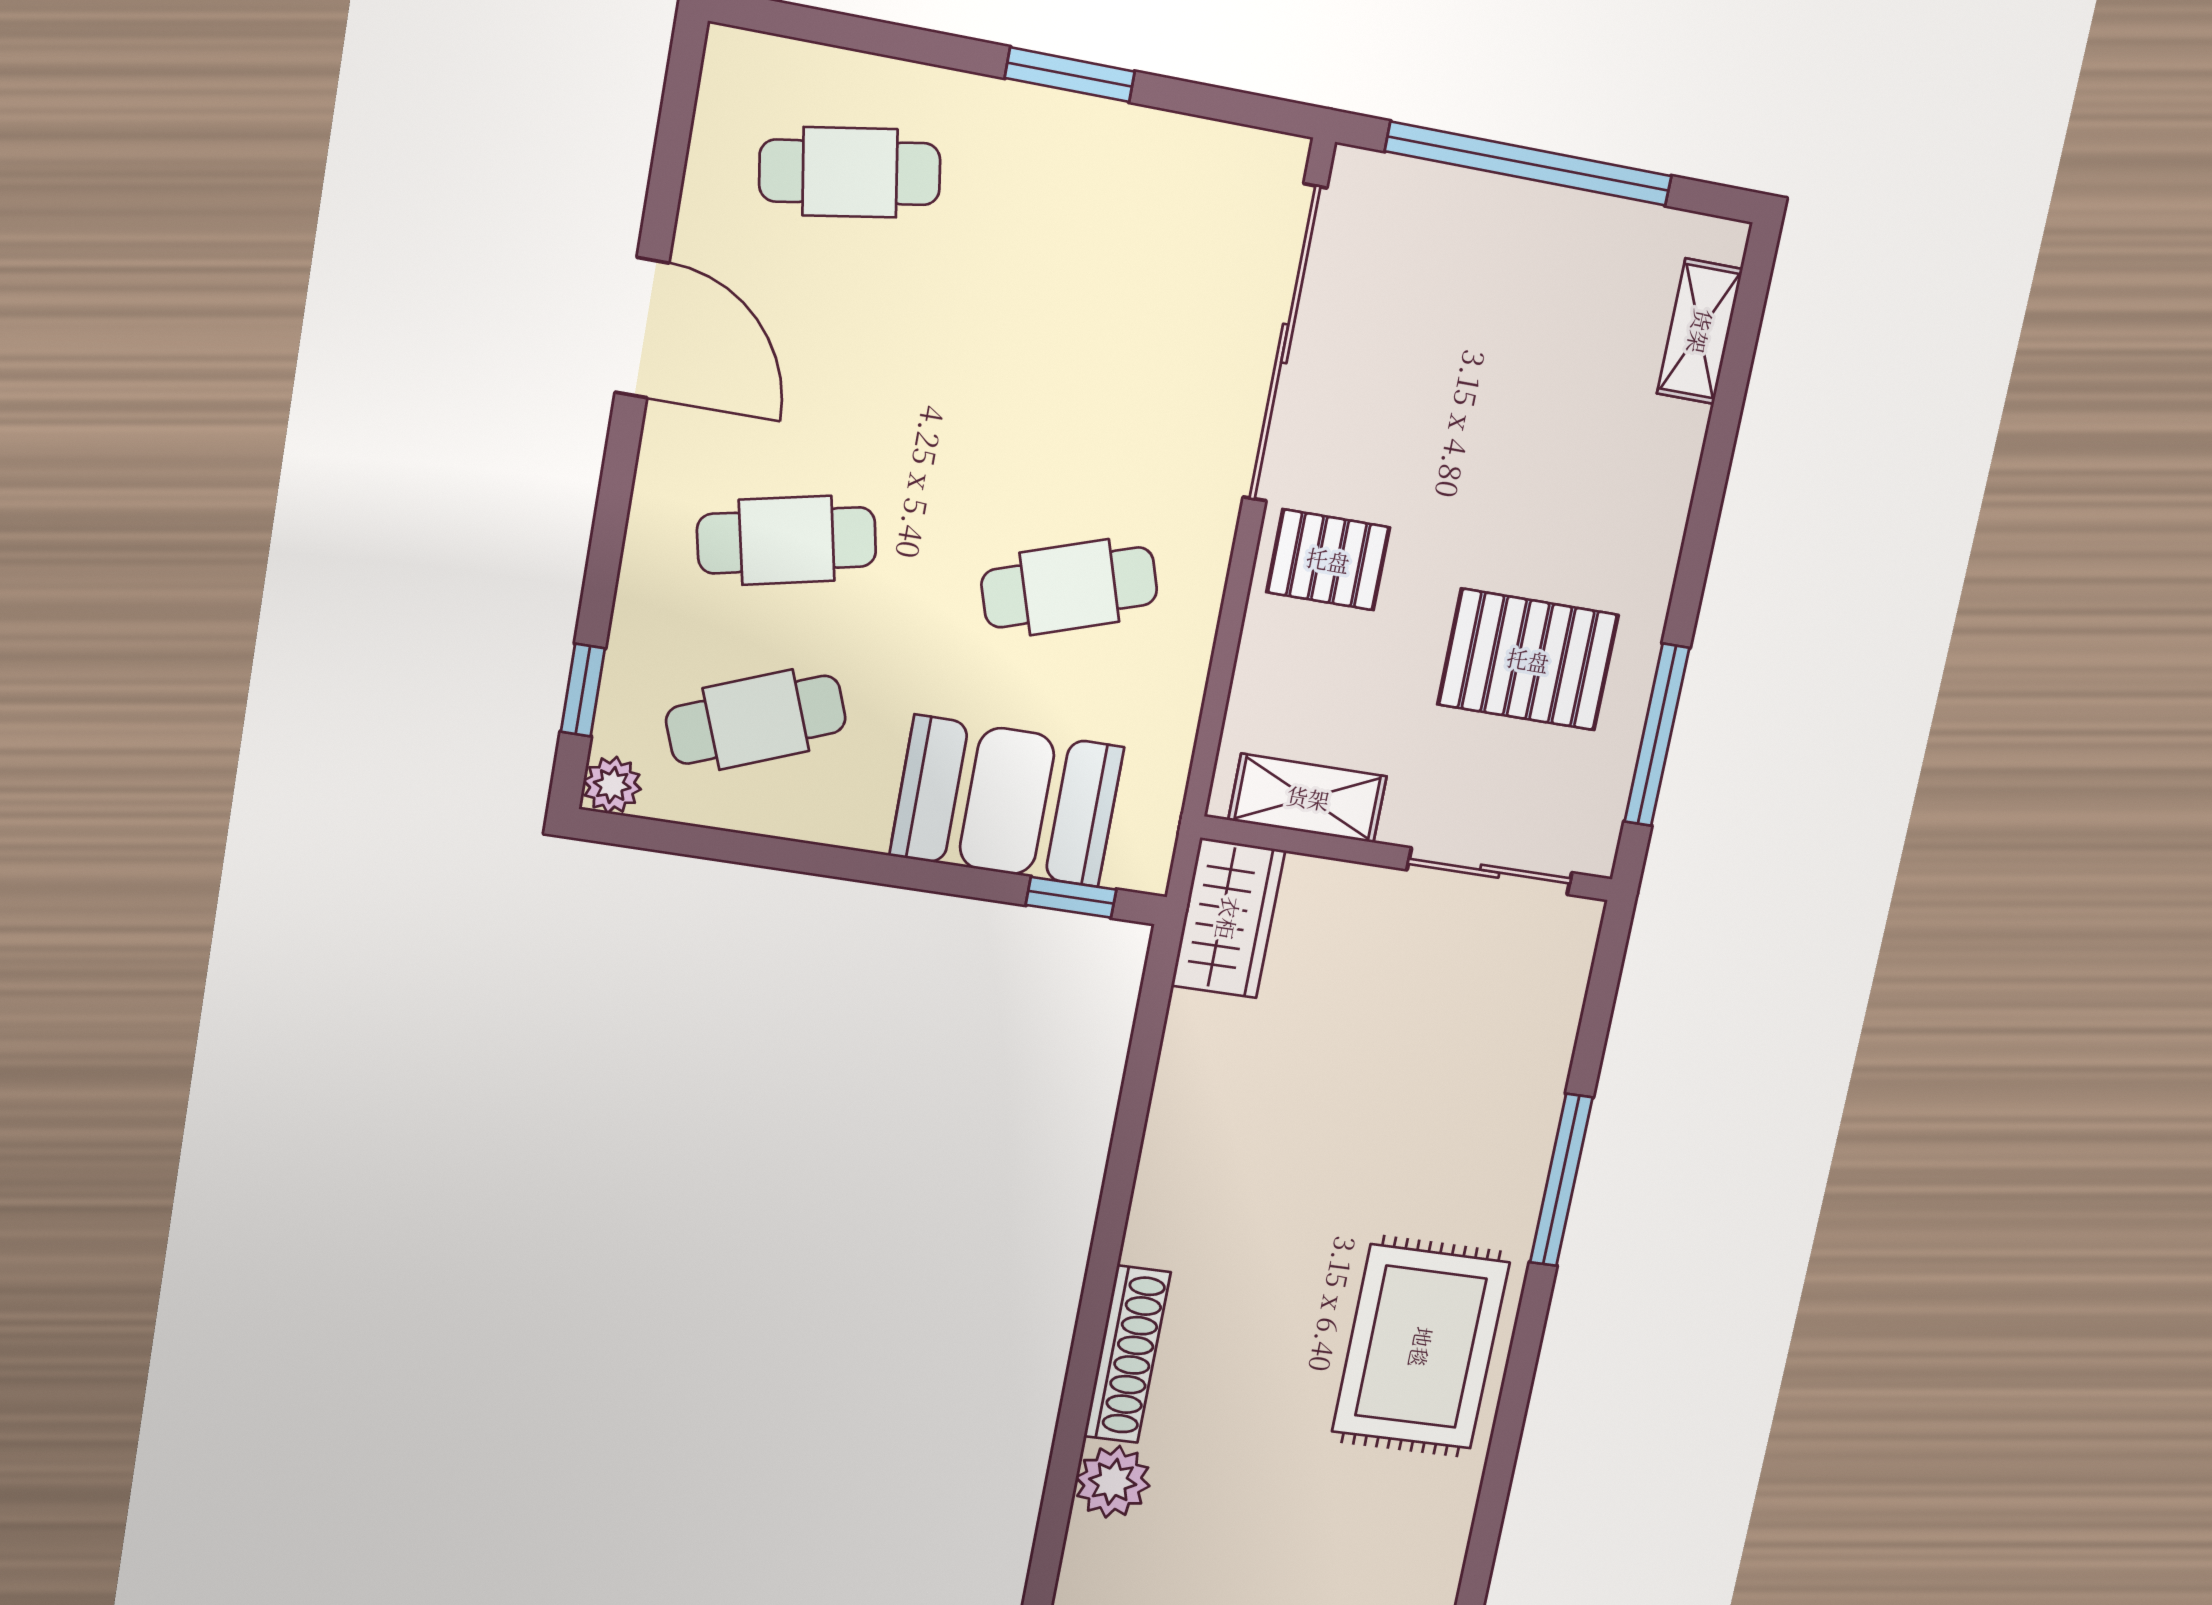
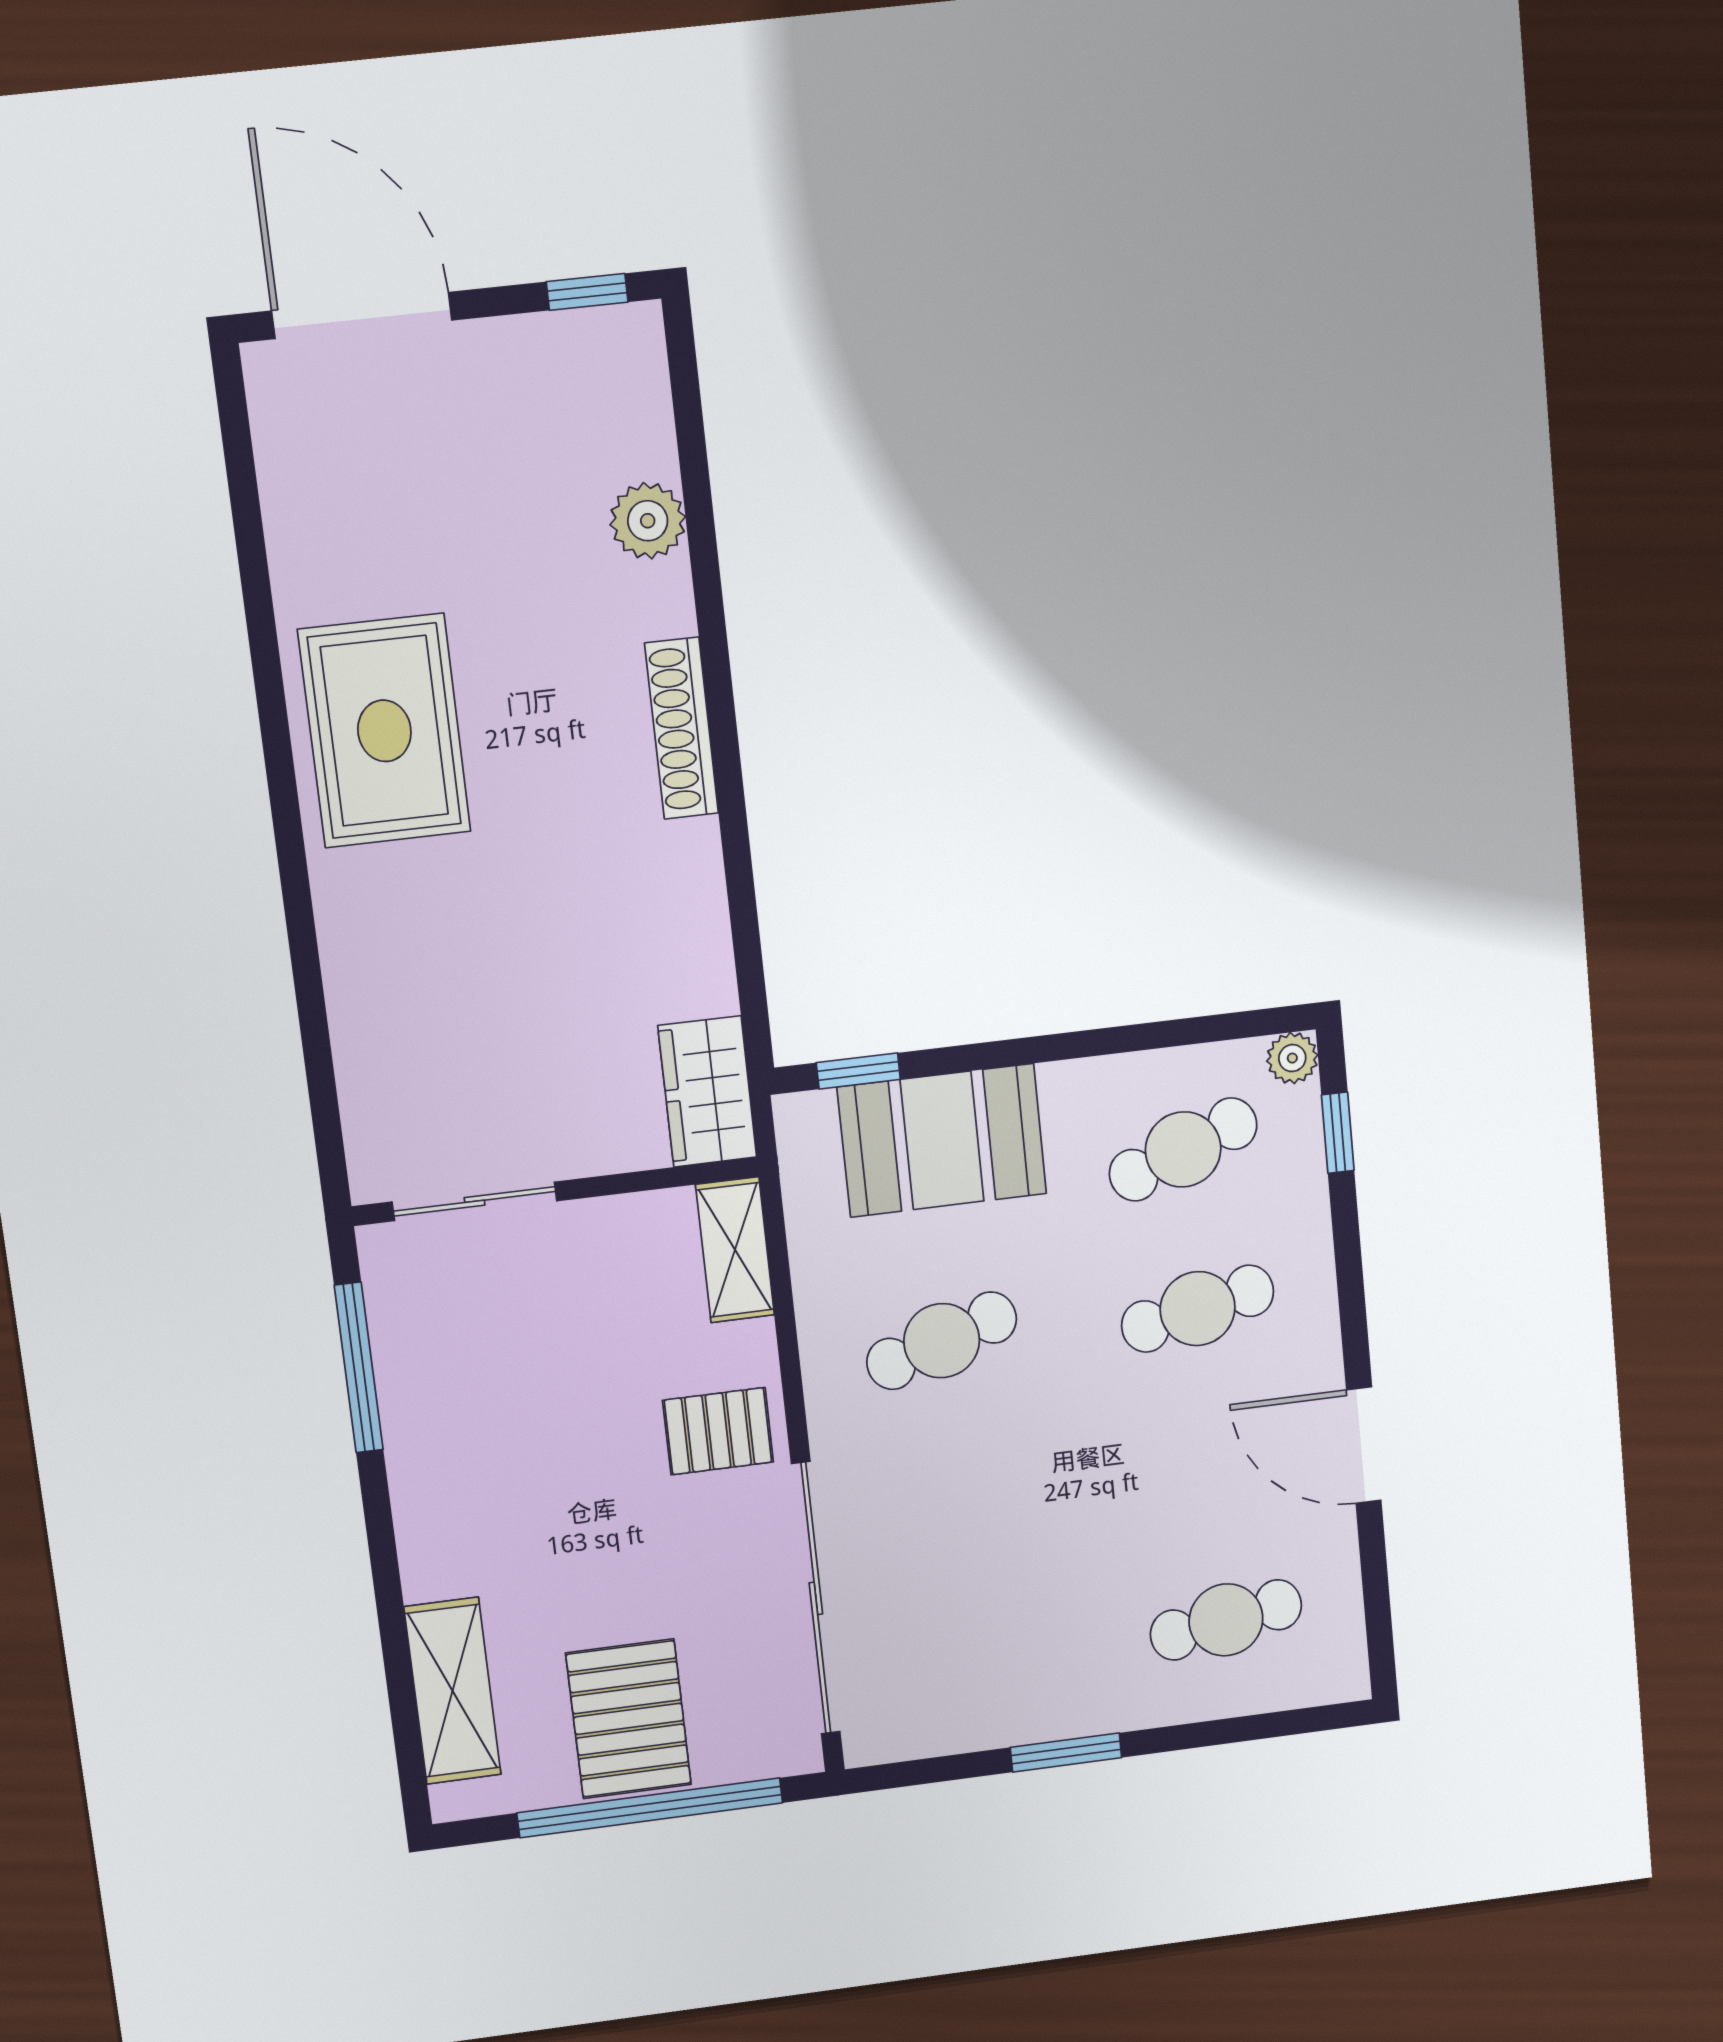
shelving: (1700, 331) -> (453, 1691), width x1.50, depth x1.33
pallet: (1528, 660) -> (629, 1719), moved, turned 90
shelving: (1308, 798) -> (735, 1250), moved, turned 90
window: (1561, 1180) -> (301, 930), removed
shoe rack: (1127, 1354) -> (682, 728), moved

